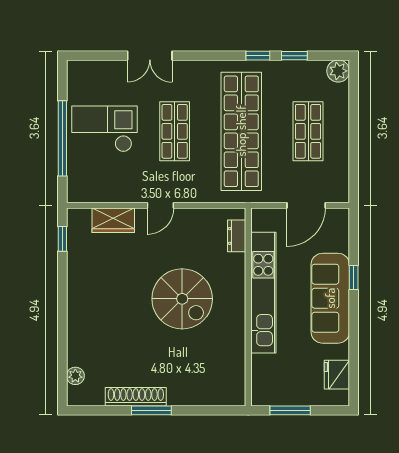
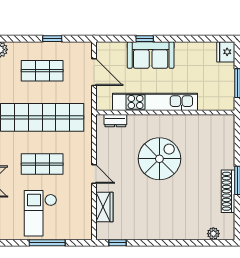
window: (62, 138) -> (47, 243), width x0.68
window: (354, 146) -> (52, 39), added
sofa: (330, 298) -> (151, 55), width x0.73
fridge: (337, 375) -> (226, 52), moved, turned 90

